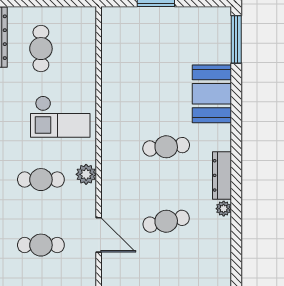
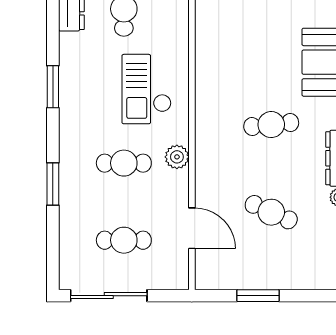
checkout: (60, 117) -> (147, 89), turned 90
cafe table: (166, 221) -> (271, 212), turned 36

